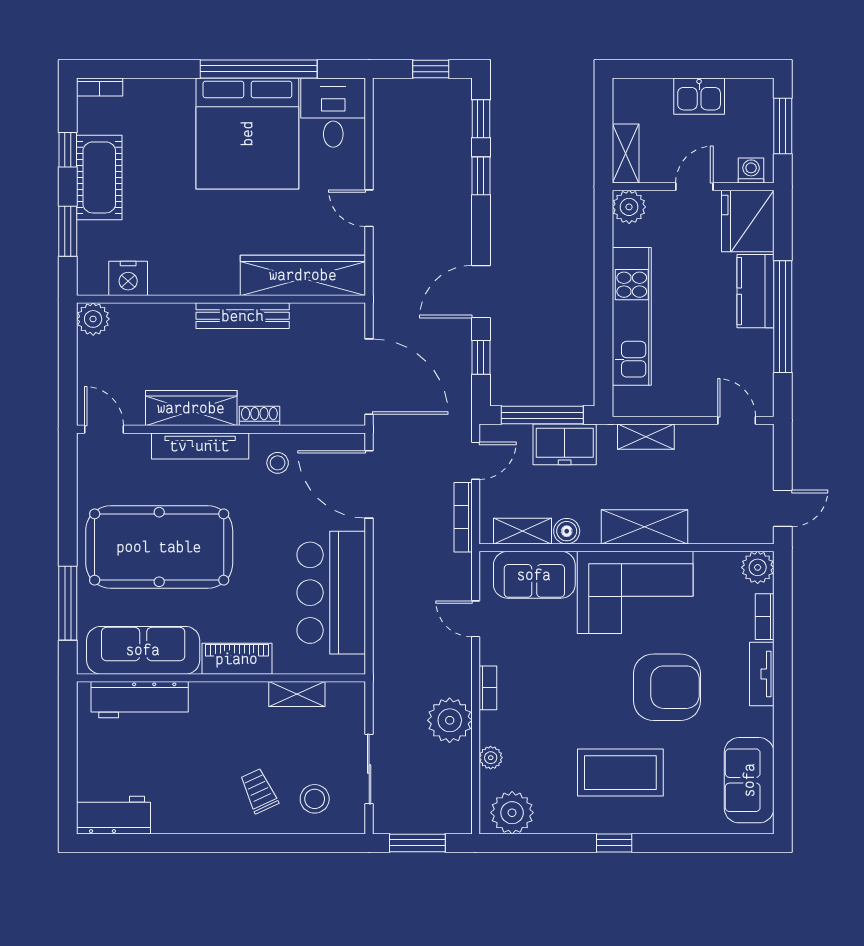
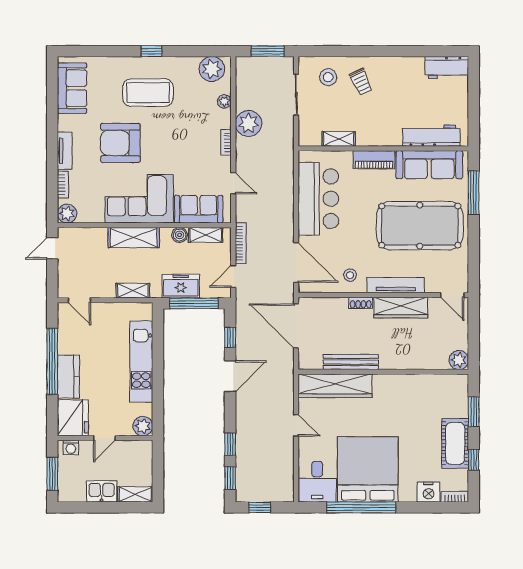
shelving: (626, 154) -> (135, 494), moved, turned 90
nightstand: (128, 278) -> (429, 492), moved, turned 180
bench: (243, 316) -> (351, 362), moved

